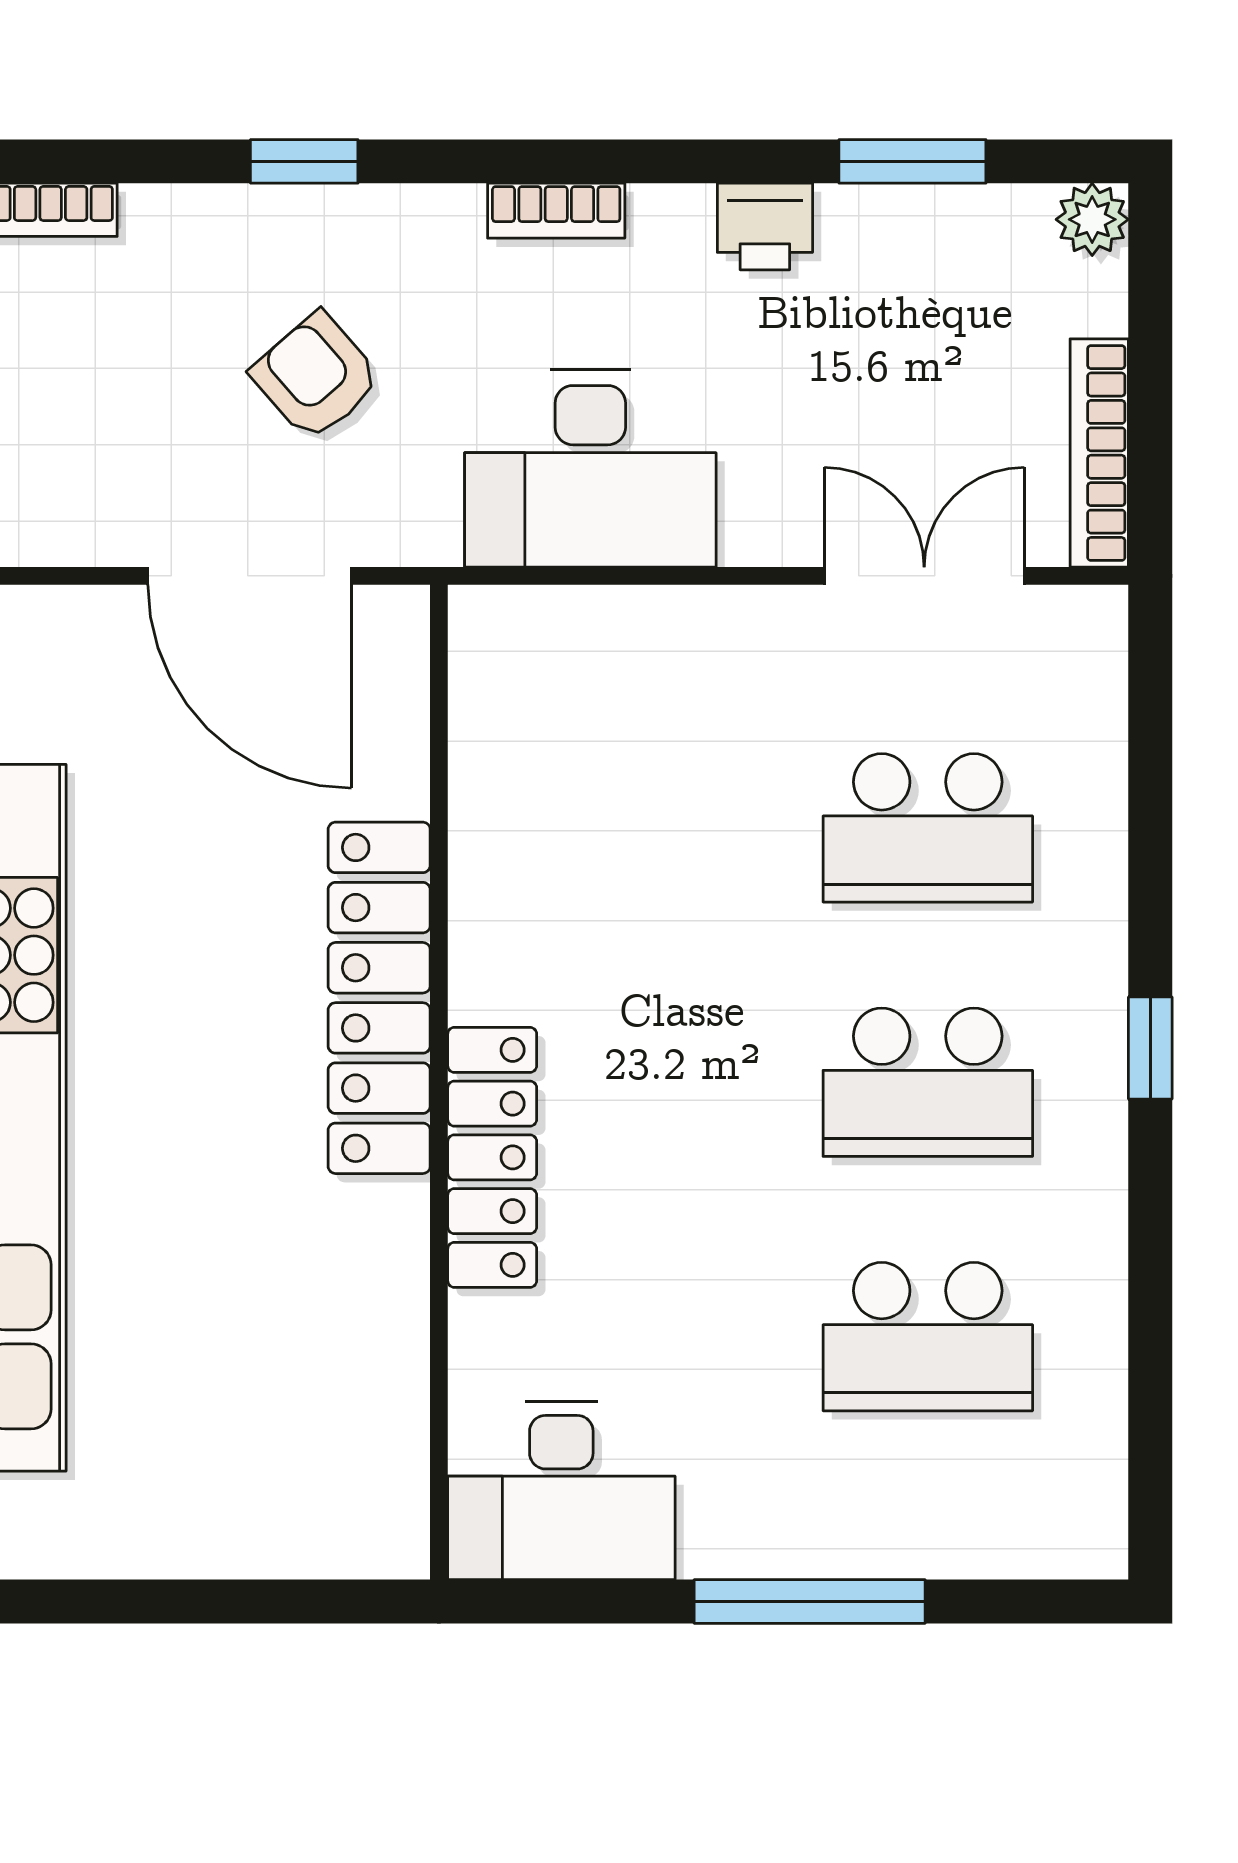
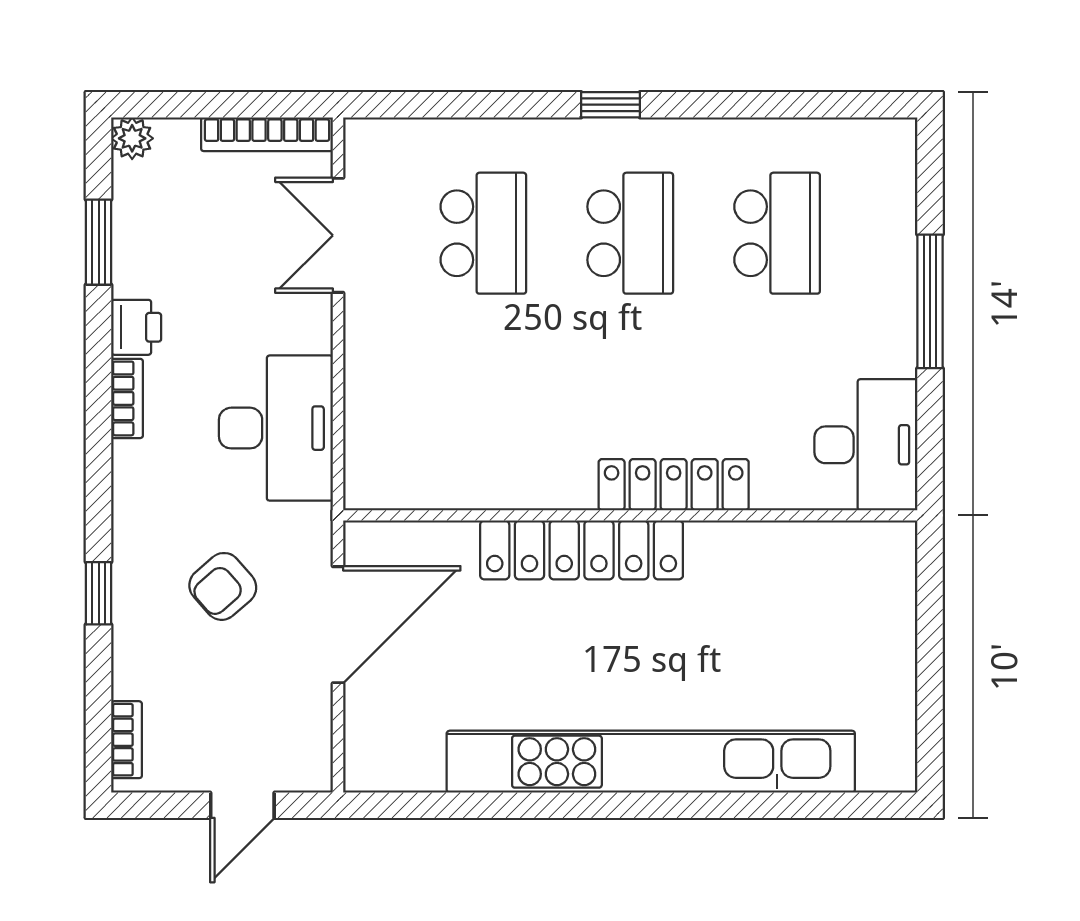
bookcase: (556, 211) -> (127, 398), moved

